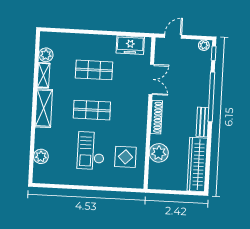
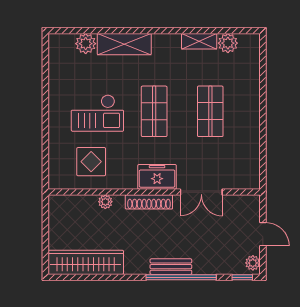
door: (173, 36) -> (263, 234), moved
freezer: (130, 45) -> (157, 177), moved, turned 90
shelving: (44, 108) -> (124, 44), moved
bench: (202, 122) -> (171, 267), moved
checkout: (91, 151) -> (97, 113), turned 180
plant: (159, 153) -> (105, 202), width x0.53, depth x0.53

